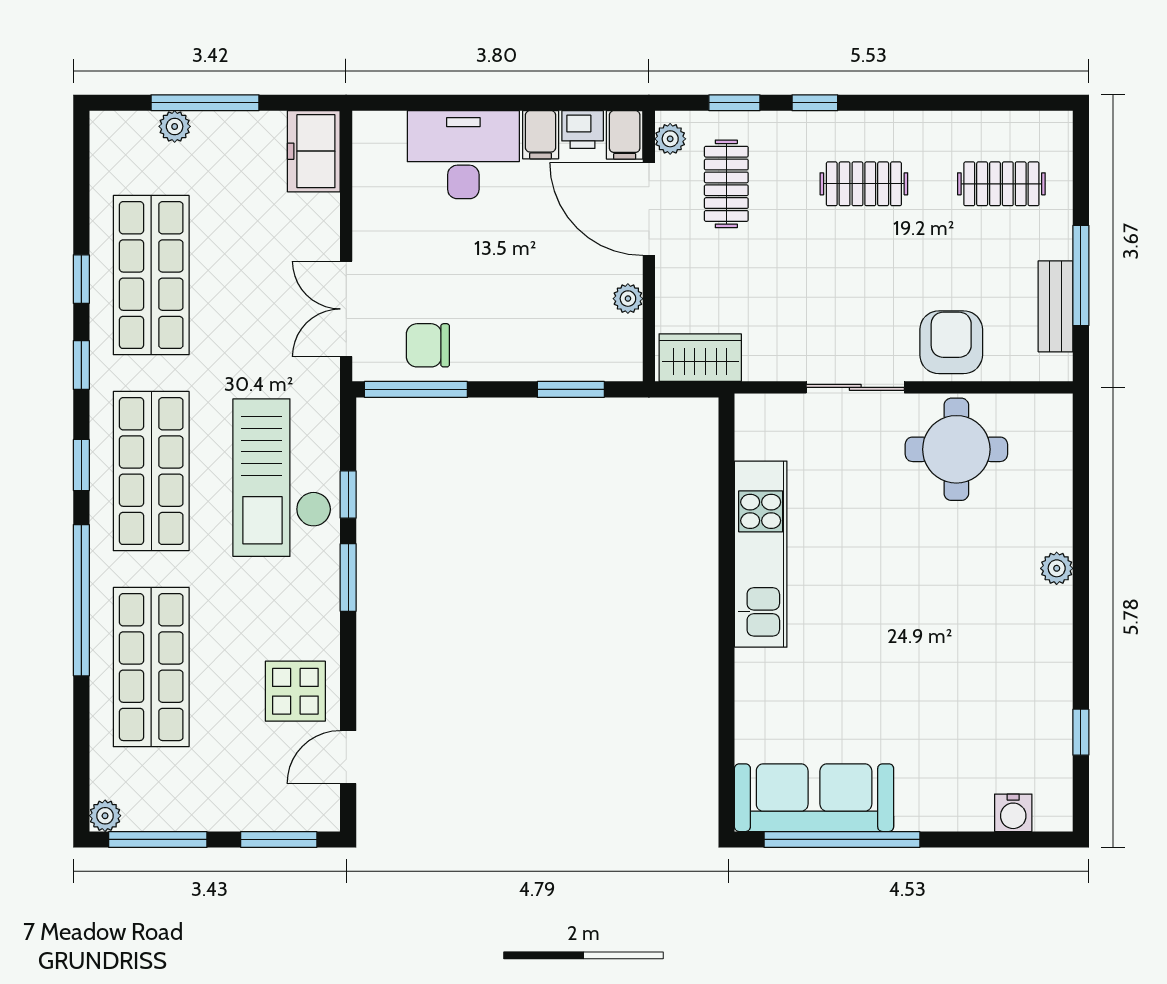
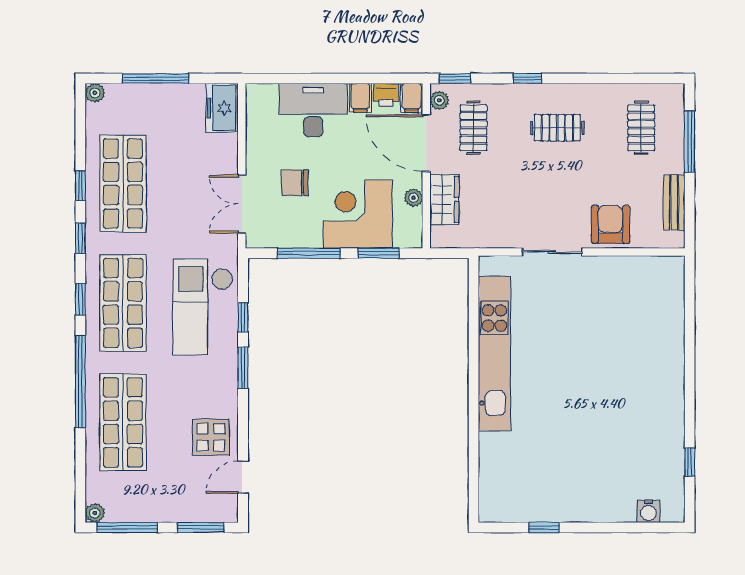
window: (734, 103) -> (455, 78), moved
plant: (175, 126) -> (95, 93), moved
clothes rail: (1001, 184) -> (641, 128), turned 90
window: (1081, 276) -> (690, 142), moved
corner desk: (537, 325) -> (358, 214), added
chair: (428, 345) -> (295, 183), moved
wardrobe: (700, 358) -> (444, 199), moved, turned 90
window: (416, 389) -> (309, 253), moved
round table: (956, 449) -> (614, 290), removed
kitchen unit: (761, 554) -> (494, 354), width x1.36
plant: (1057, 568) -> (675, 362), removed
sofa: (814, 798) -> (527, 502), removed
window: (842, 839) -> (544, 527), width x0.32

